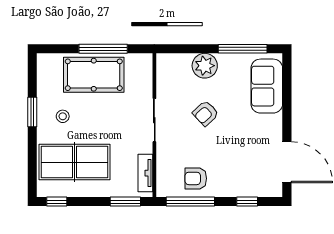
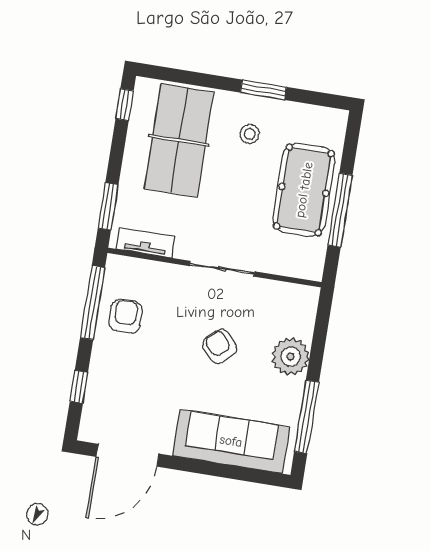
sofa: (267, 86) -> (231, 441), width x1.36

